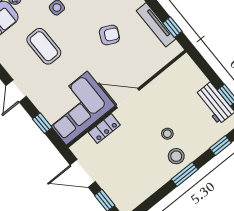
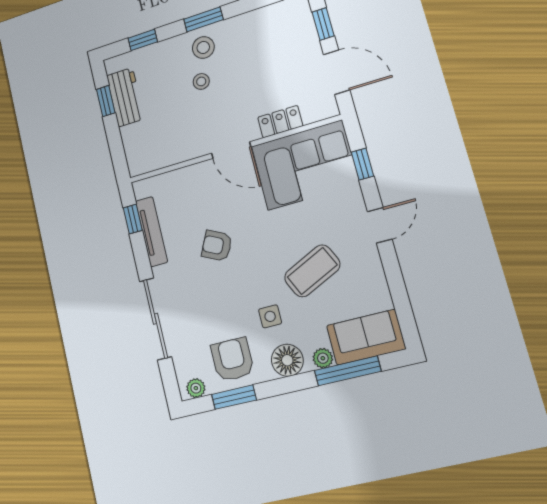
coffee table: (44, 46) -> (312, 271), turned 65

